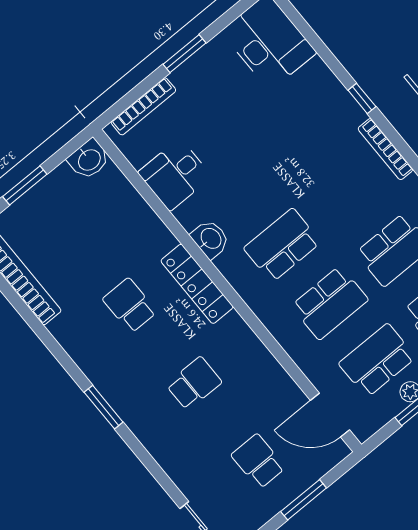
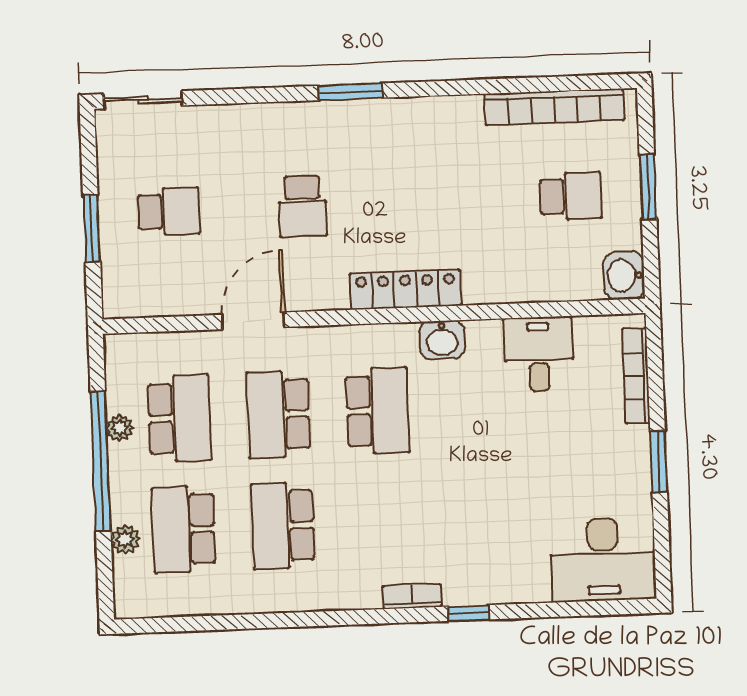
bookcase: (385, 149) -> (412, 597), width x0.64
school desk: (130, 305) -> (571, 196), moved
door: (330, 415) -> (253, 321), moved

